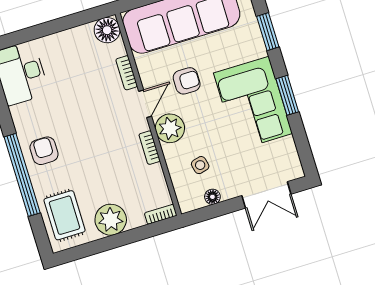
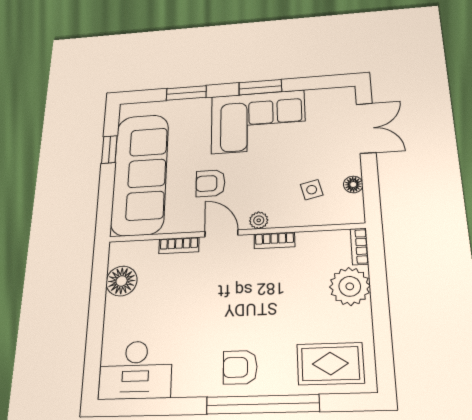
floor lamp: (107, 30) -> (122, 281), moved
armchair: (187, 81) -> (210, 183), turned -90
plant: (170, 128) -> (259, 220), width x0.53, depth x0.53
plant: (111, 220) -> (350, 286), moved

